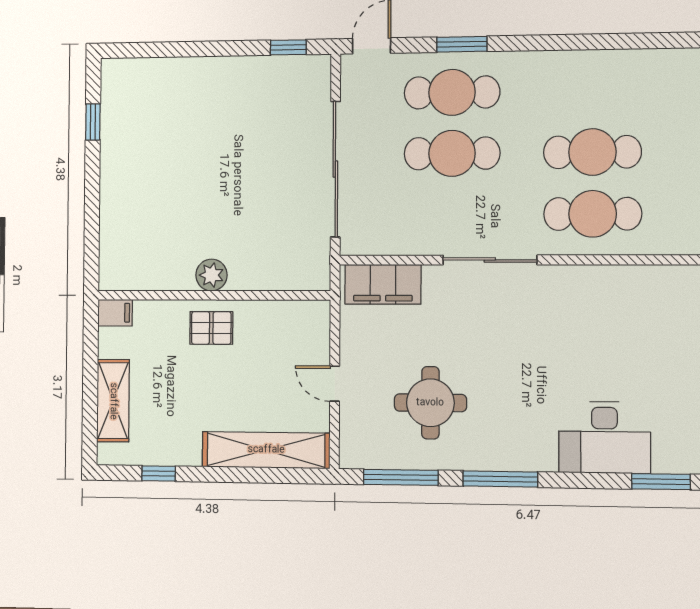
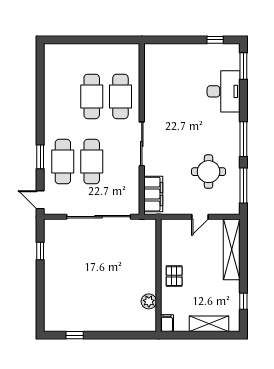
window: (288, 47) -> (40, 251), moved
plant: (211, 275) -> (149, 301), moved

